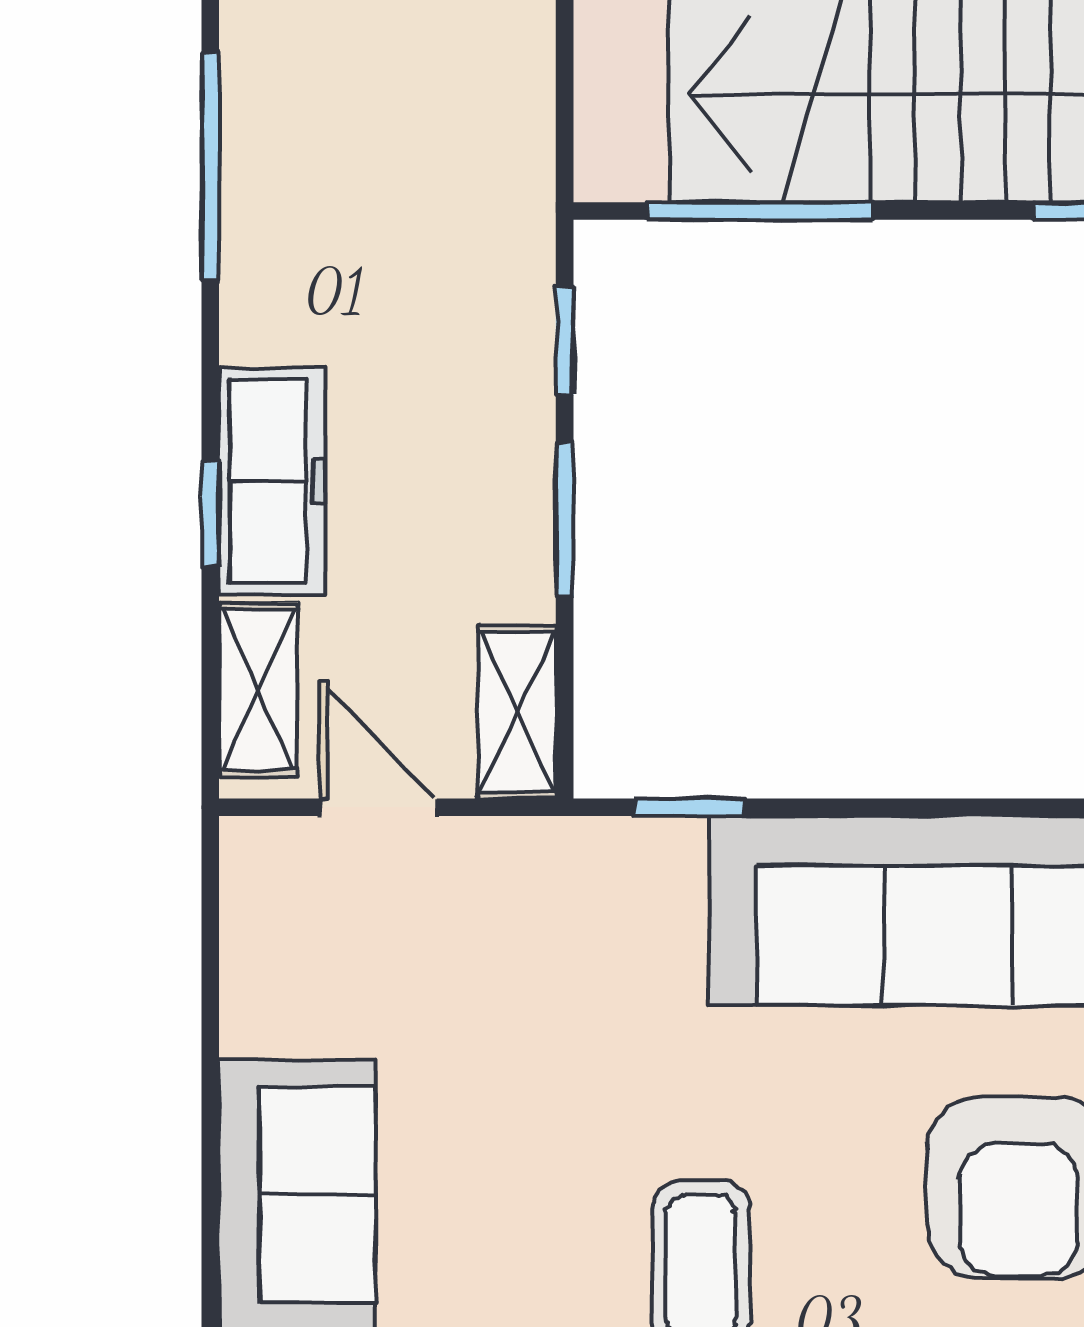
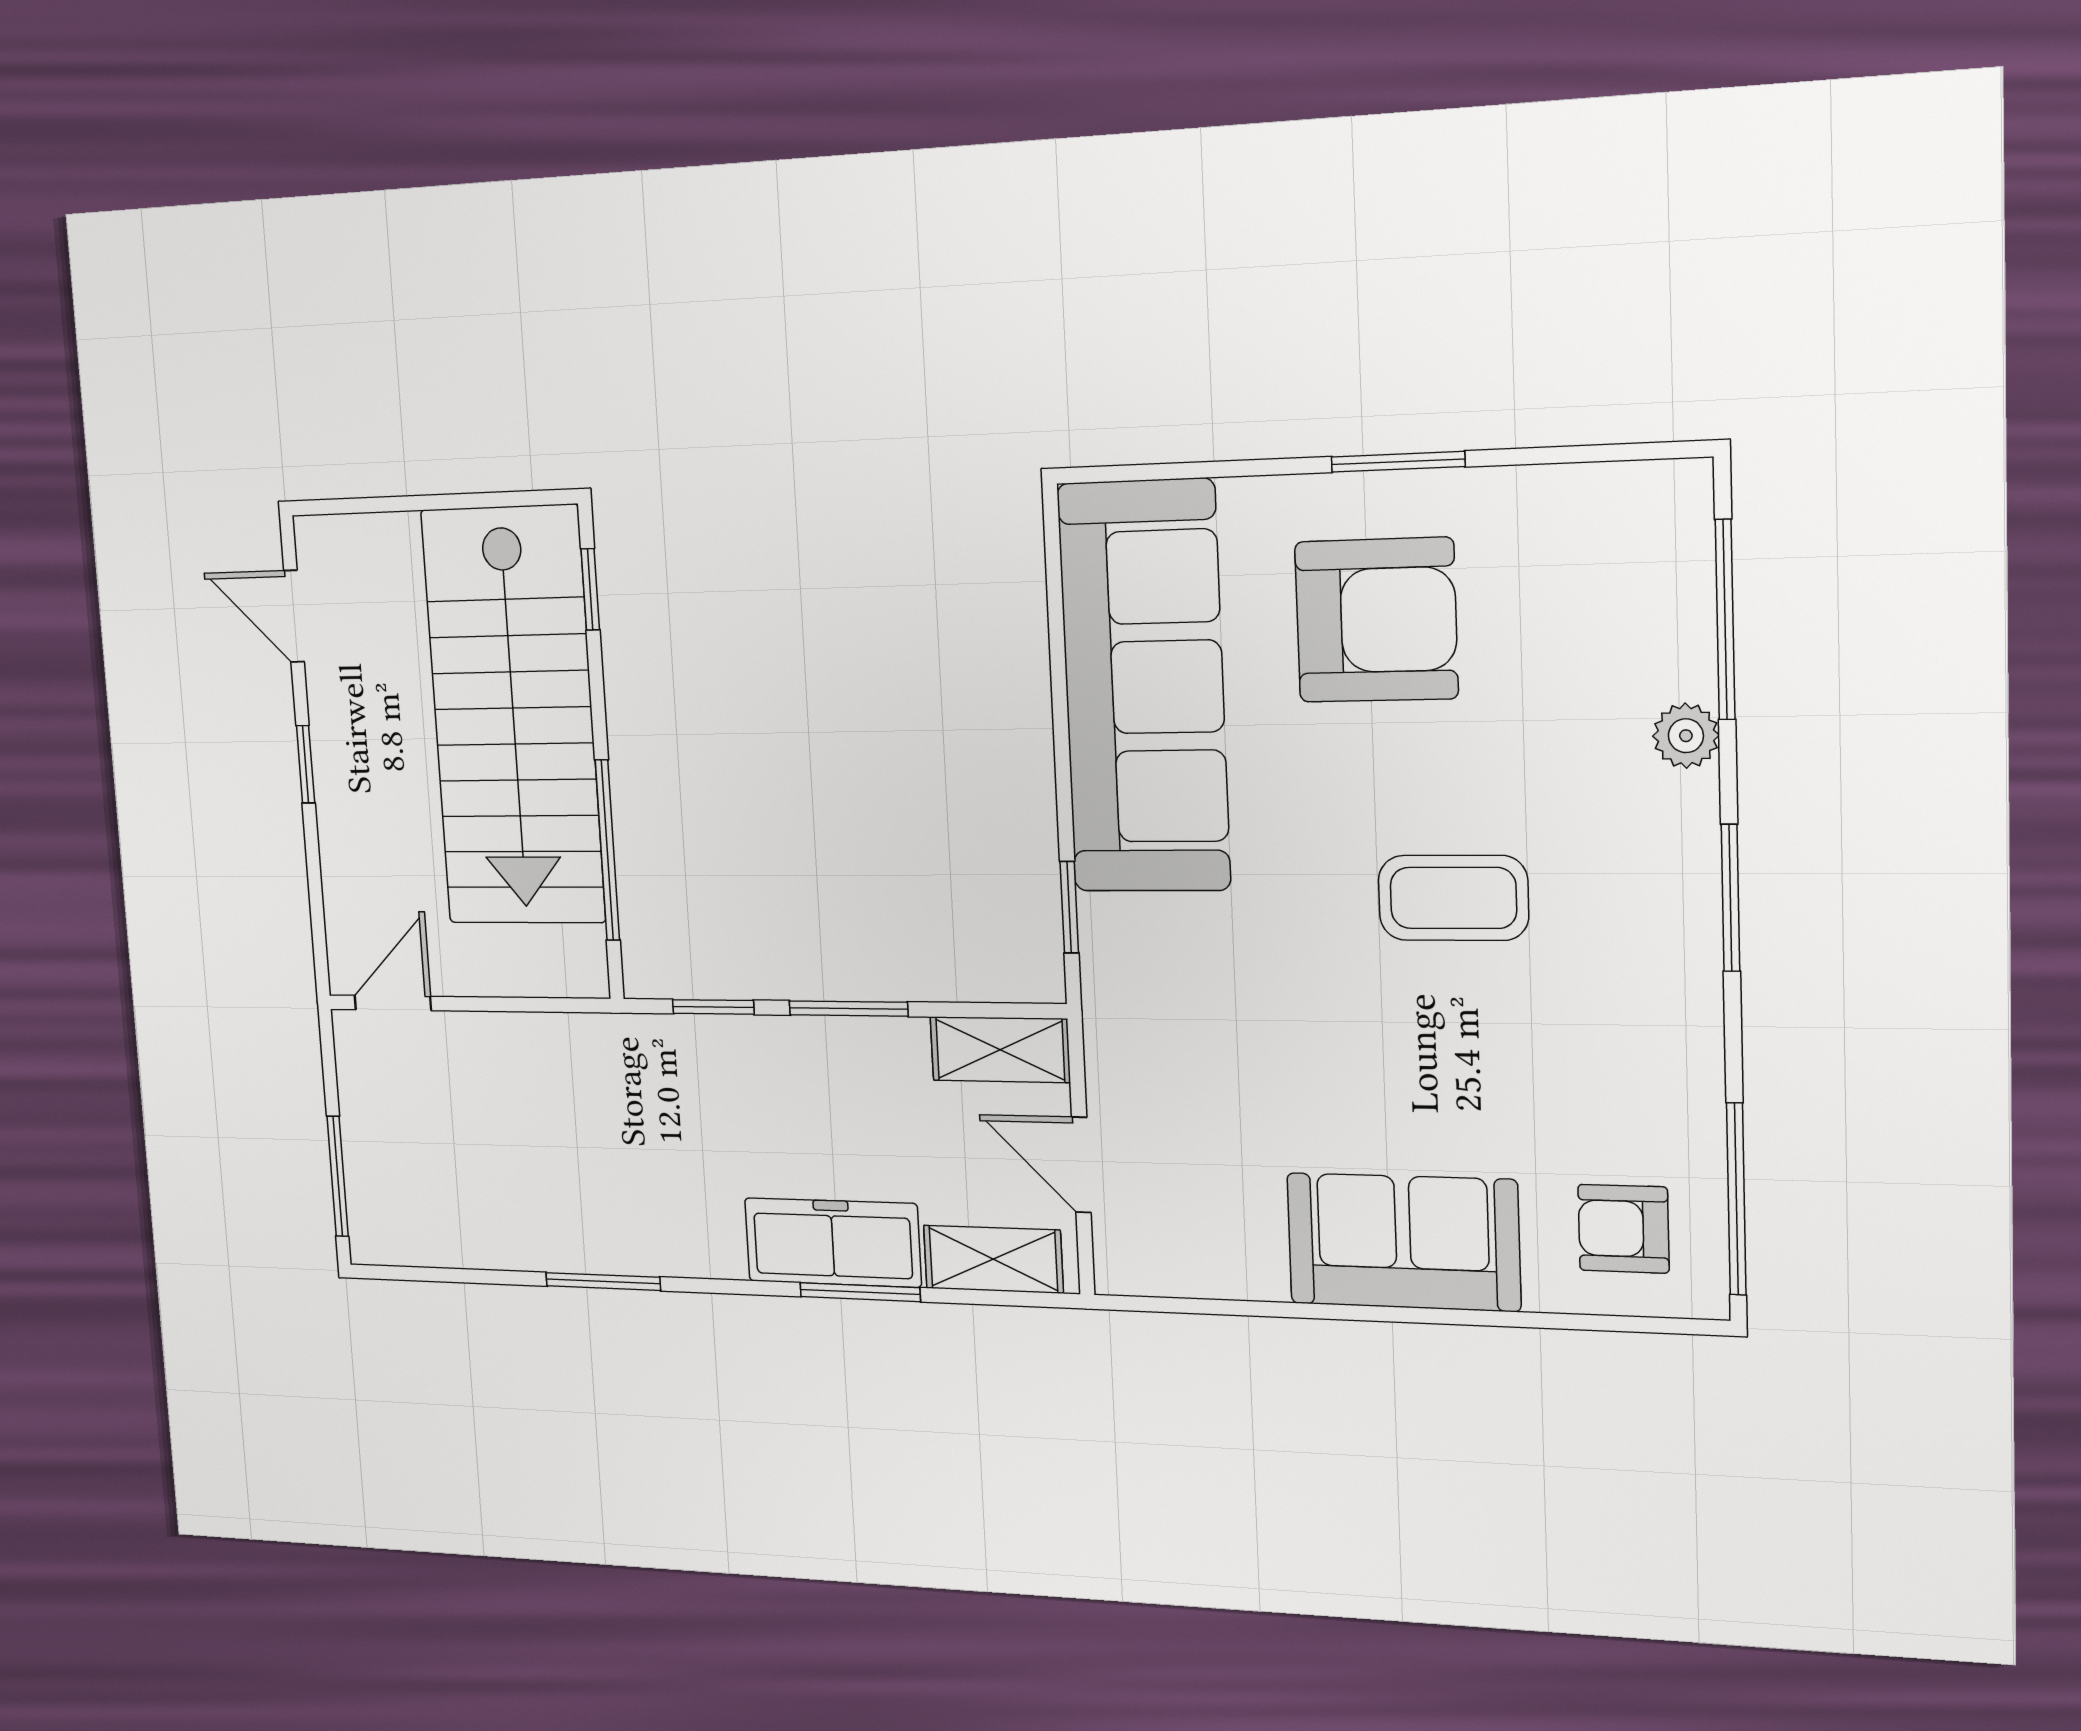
window: (210, 166) -> (603, 1282), width x0.69
window: (210, 514) -> (860, 1292), width x1.50
door: (378, 807) -> (1081, 1165), hinge flipped

